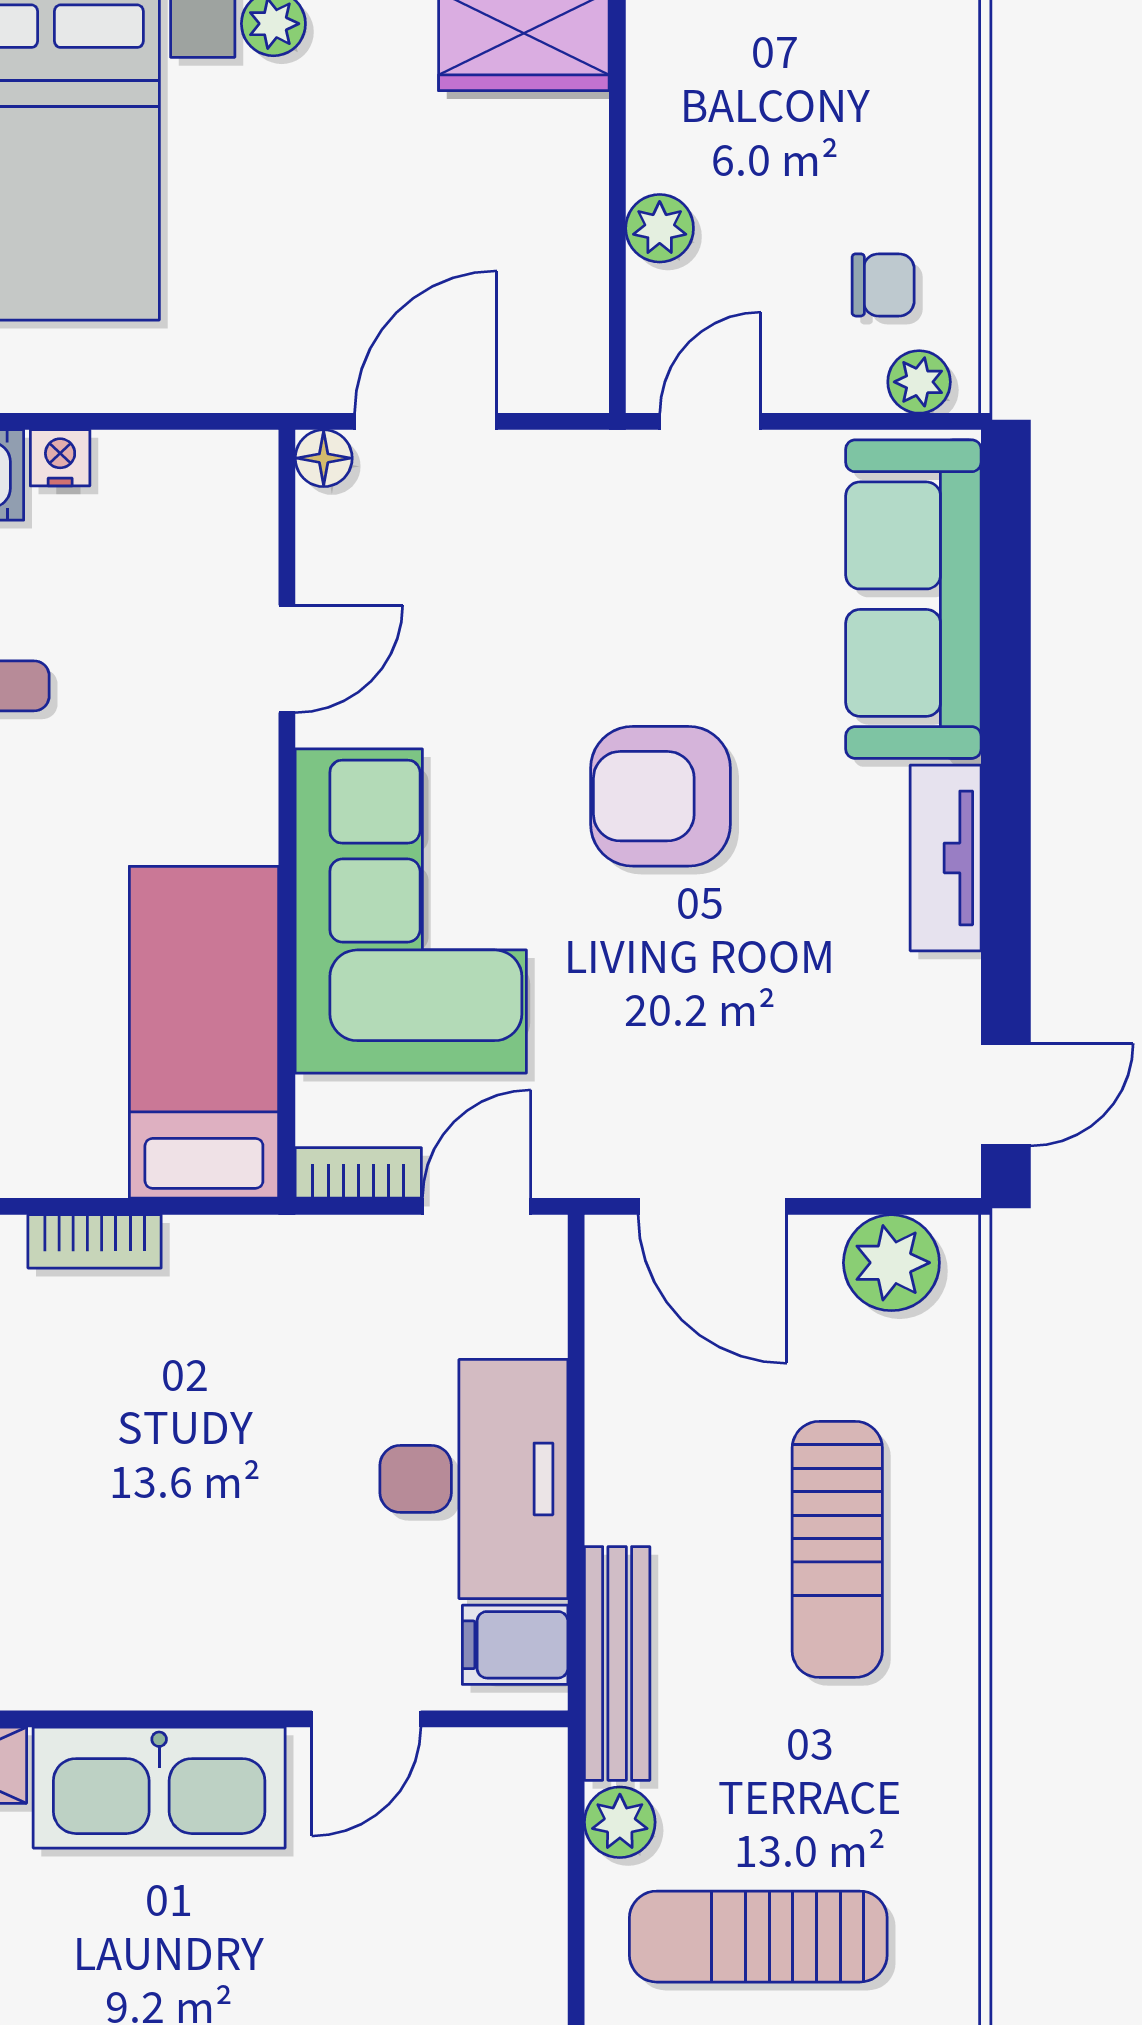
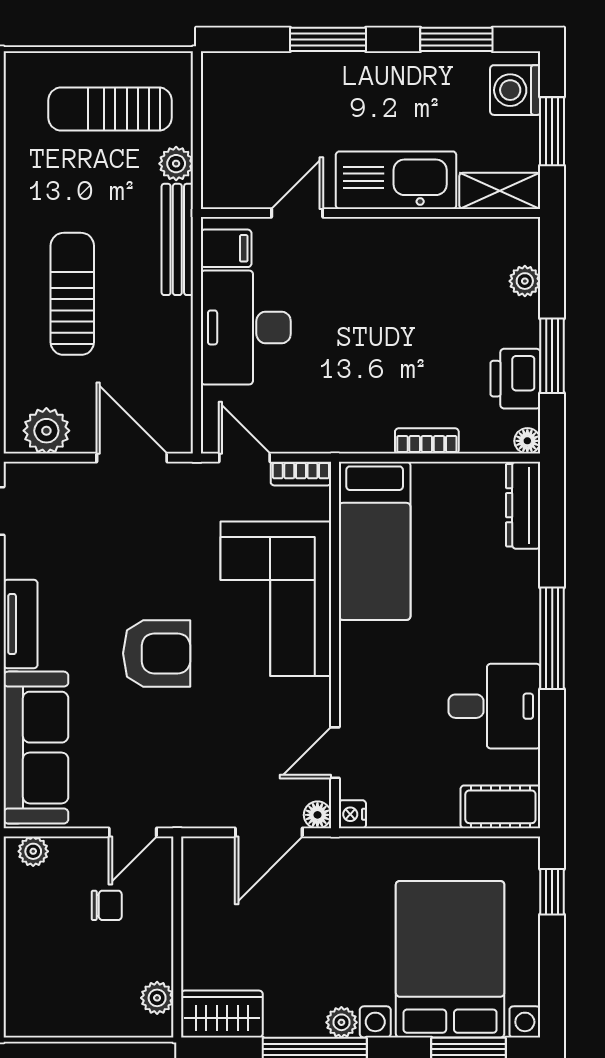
plant: (660, 228) -> (157, 998), moved
chair: (883, 285) -> (107, 905), moved, turned 180
nightstand: (60, 458) -> (352, 814), moved, turned 90
door: (287, 659) -> (335, 753), moved
door: (477, 1206) -> (244, 458), swing flipped
sun lounger: (758, 1937) -> (110, 109), turned 180

